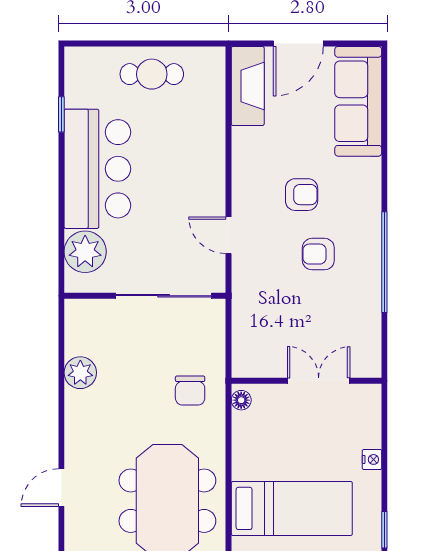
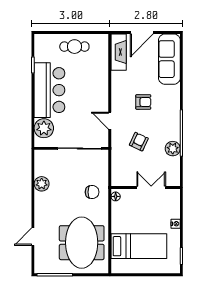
armchair: (318, 254) -> (139, 142), moved, turned 115
plant: (365, 296) -> (173, 149), added
chair: (190, 391) -> (92, 192), turned -90

